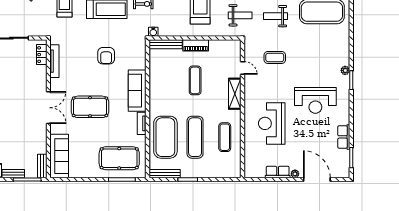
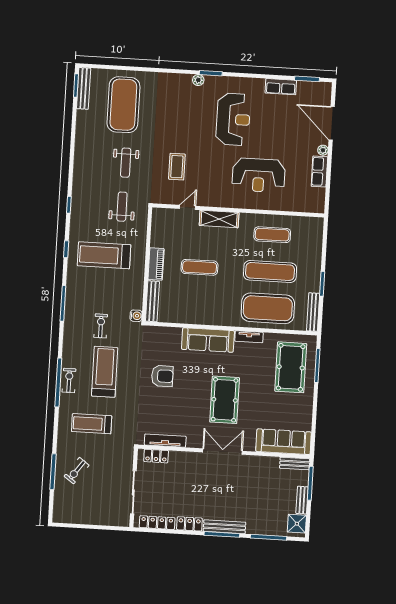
door: (317, 180) -> (332, 123), hinge flipped

